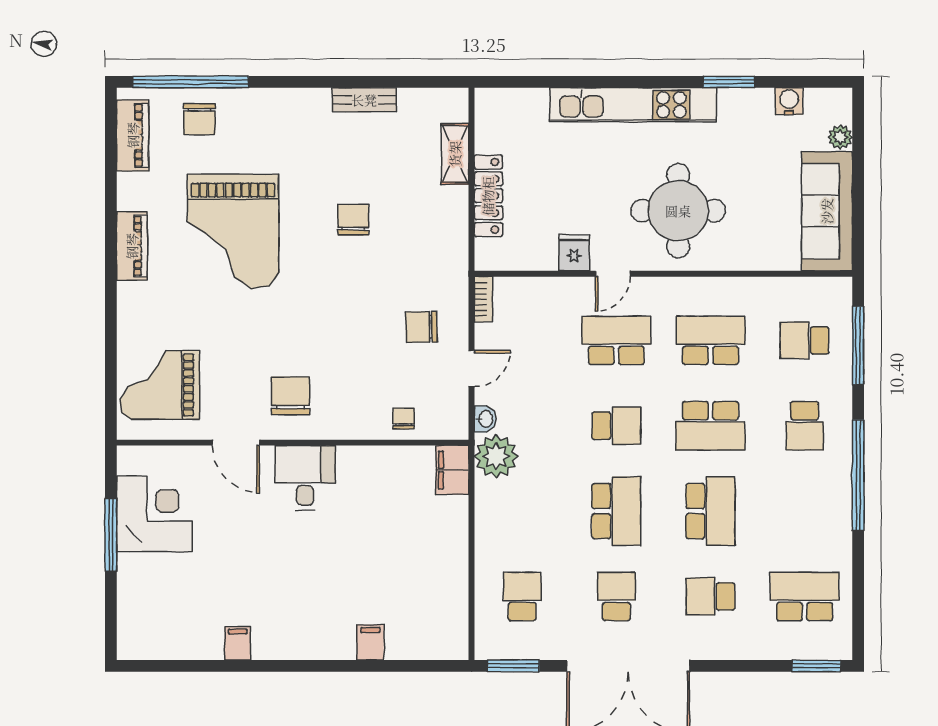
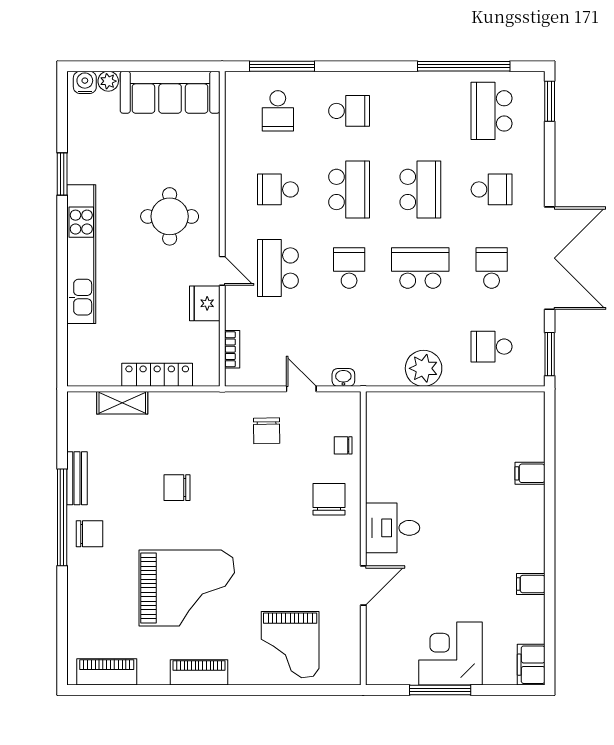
window: (191, 82) -> (62, 517), moved
water cooler: (789, 101) -> (85, 82), moved, turned 90
chair: (199, 119) -> (89, 534), moved
round table: (678, 211) -> (170, 216), width x0.73, depth x0.73
fridge: (574, 253) -> (205, 303), width x1.38
bookcase: (483, 299) -> (232, 349), moved, turned 90
school desk: (710, 340) -> (278, 189), width x0.54
grand piano: (160, 385) -> (290, 645), moved
chair: (291, 396) -> (329, 499), moved, turned 90
plant: (496, 456) -> (424, 368), moved
filing cabinet: (452, 470) -> (531, 665), moved, turned 90
window: (858, 475) -> (464, 66), moved
school desk: (710, 511) -> (420, 189), turned 90
corner desk: (154, 514) -> (450, 654), moved
school desk: (616, 596) -> (492, 268), turned 90
school desk: (710, 596) -> (492, 189), turned -90

